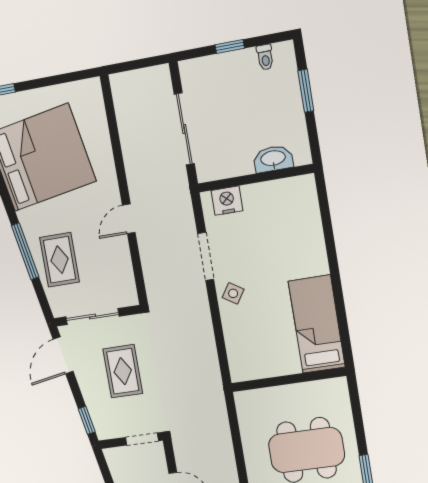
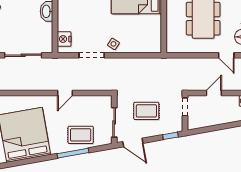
door: (129, 219) -> (65, 93), hinge flipped

